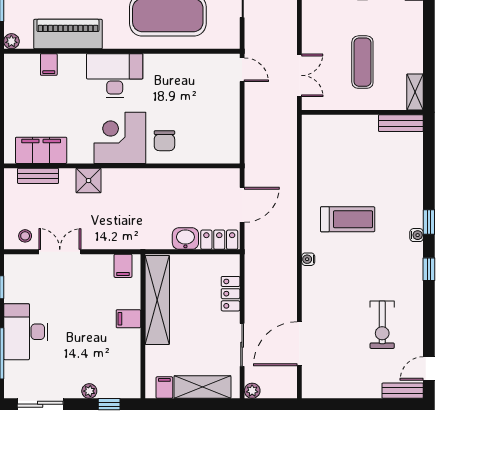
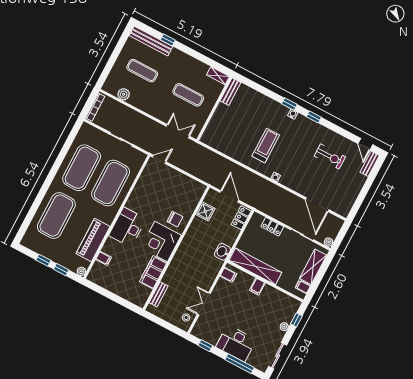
filing cabinet: (41, 150) -> (153, 272), moved
shower: (89, 181) -> (205, 211), moved
washbasin: (185, 239) -> (222, 252), moved

